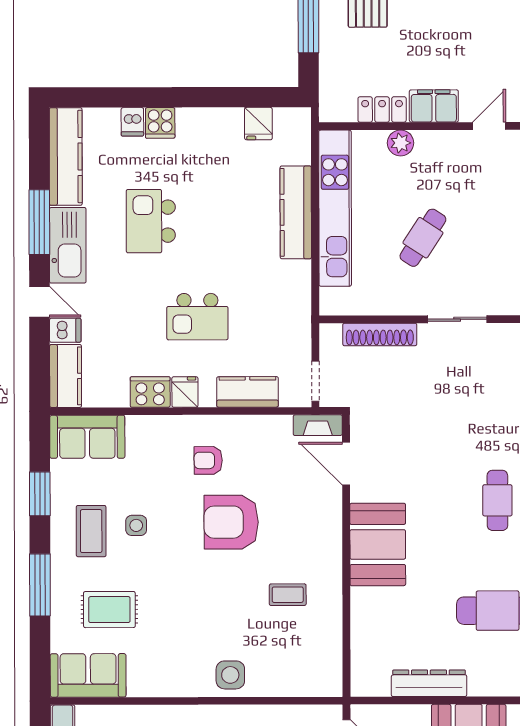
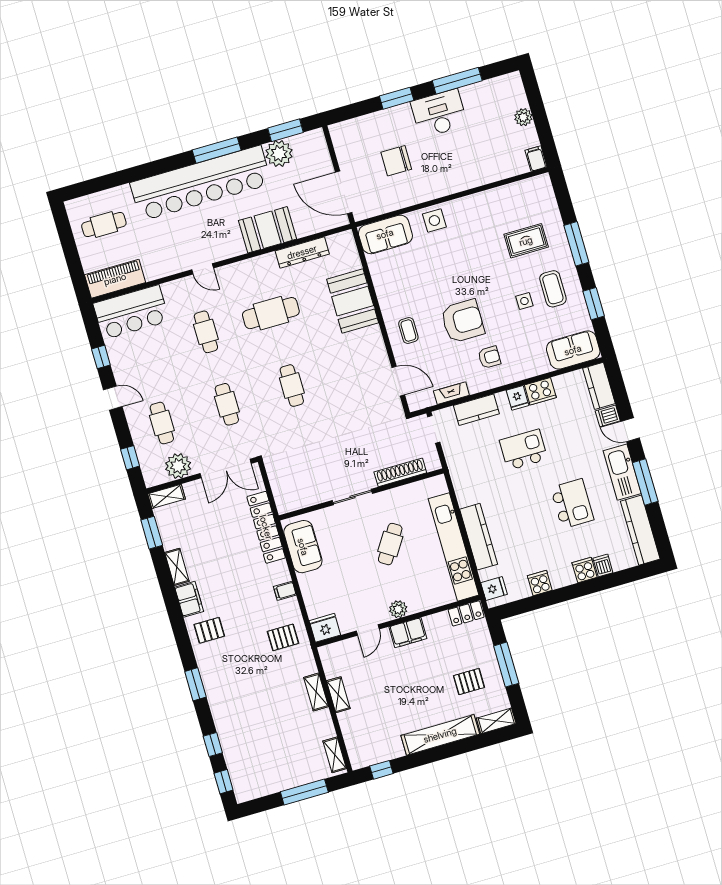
locker: (382, 109) -> (466, 613), moved
cooker: (228, 123) -> (540, 583), added
fridge: (258, 124) -> (494, 589), moved, turned 90
plant: (401, 143) -> (398, 609), moved
fireplace: (318, 425) -> (451, 393), moved
booth: (378, 544) -> (353, 301), moved
coffee table: (288, 595) -> (408, 330), moved, turned 90
sofa: (88, 675) -> (385, 234), moved

